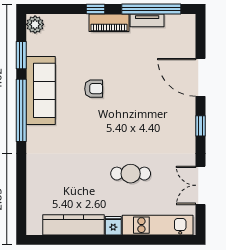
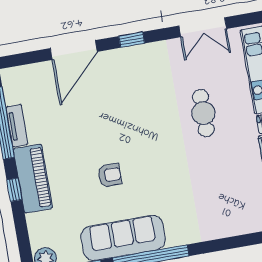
piano: (109, 23) -> (33, 179), width x1.37, depth x1.33
armchair: (94, 89) -> (110, 175), turned 90

